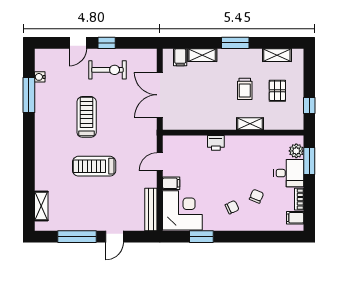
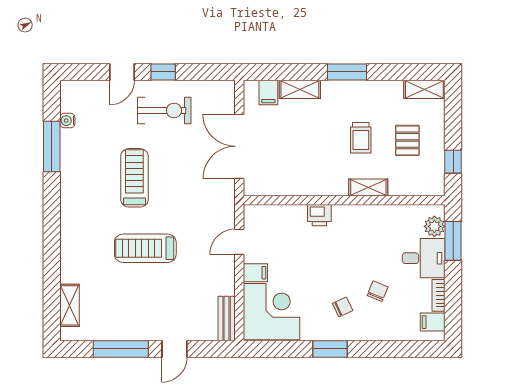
shelving: (277, 55) -> (424, 89), moved
bench: (151, 210) -> (227, 318), width x0.73
window: (201, 237) -> (330, 349), moved

